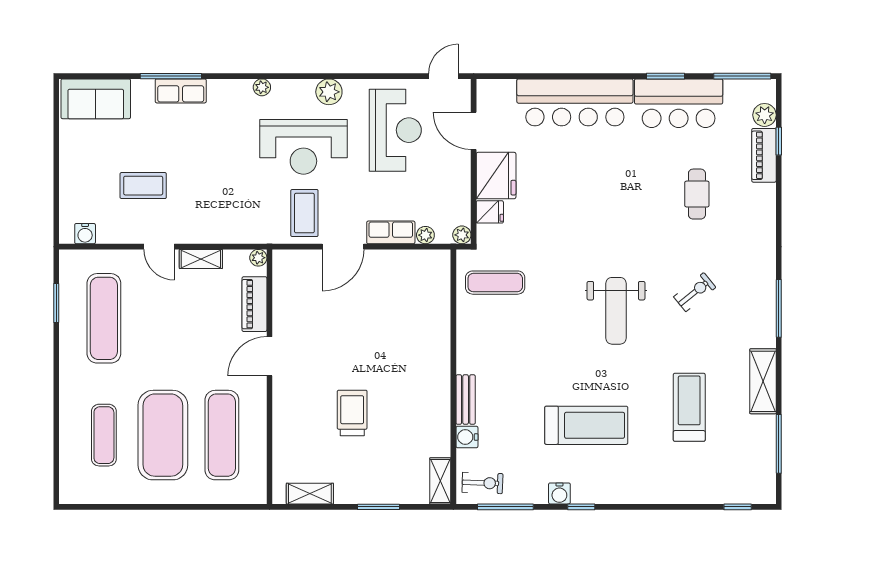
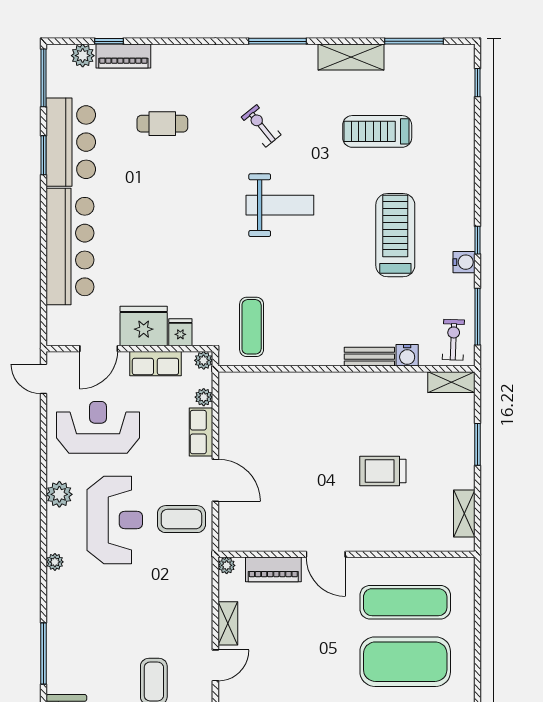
row of seats: (181, 91) -> (155, 364), moved, turned 90

